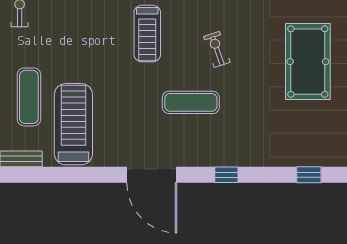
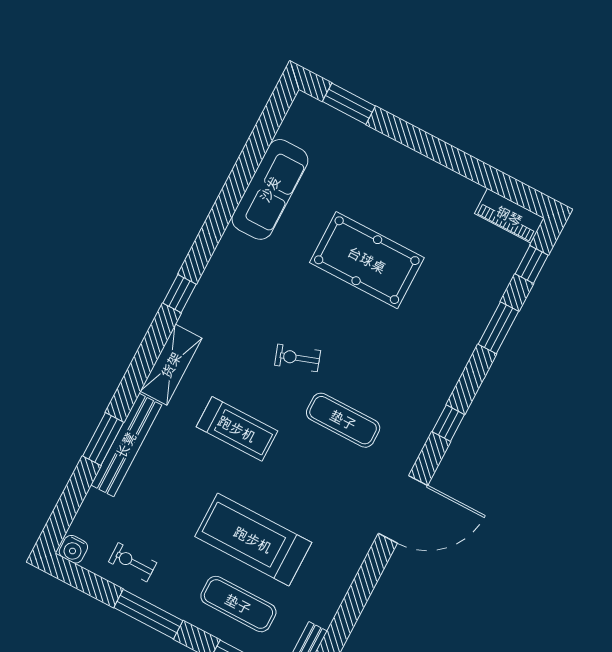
exercise mat: (191, 102) -> (343, 420), turned 90
treadmill: (73, 124) -> (253, 540), moved
window: (309, 175) -> (498, 328), width x1.50

